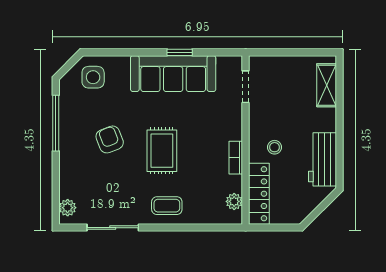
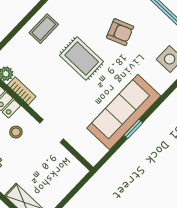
doorway: (246, 87) -> (52, 131), moved
bookcase: (236, 158) -> (22, 91), moved

